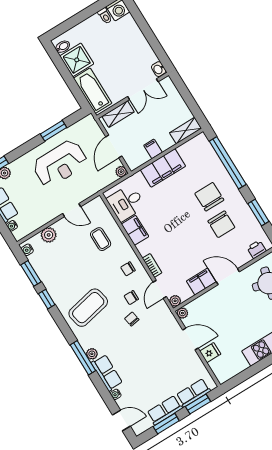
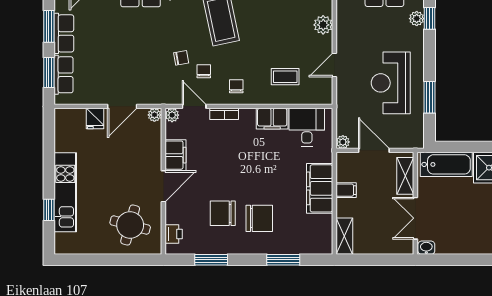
window: (228, 163) -> (283, 260), width x0.47

